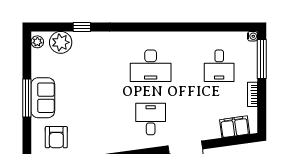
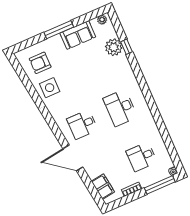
plant: (61, 42) -> (114, 47), moved
sofa: (43, 98) -> (78, 35), moved
desk: (151, 119) -> (82, 124), turned 180
side table: (90, 139) -> (50, 88), added

